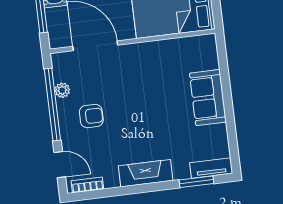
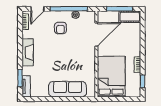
sofa: (208, 98) -> (68, 89), width x1.36

